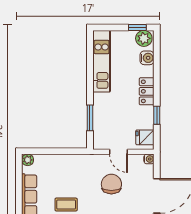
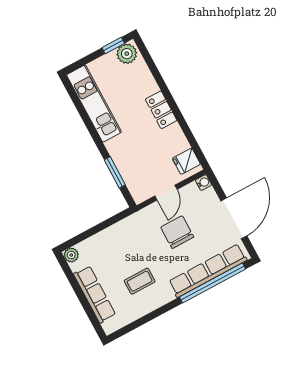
water cooler: (147, 58) -> (142, 73), removed
window: (157, 115) -> (186, 130), removed
door: (119, 152) -> (166, 193), hinge flipped

